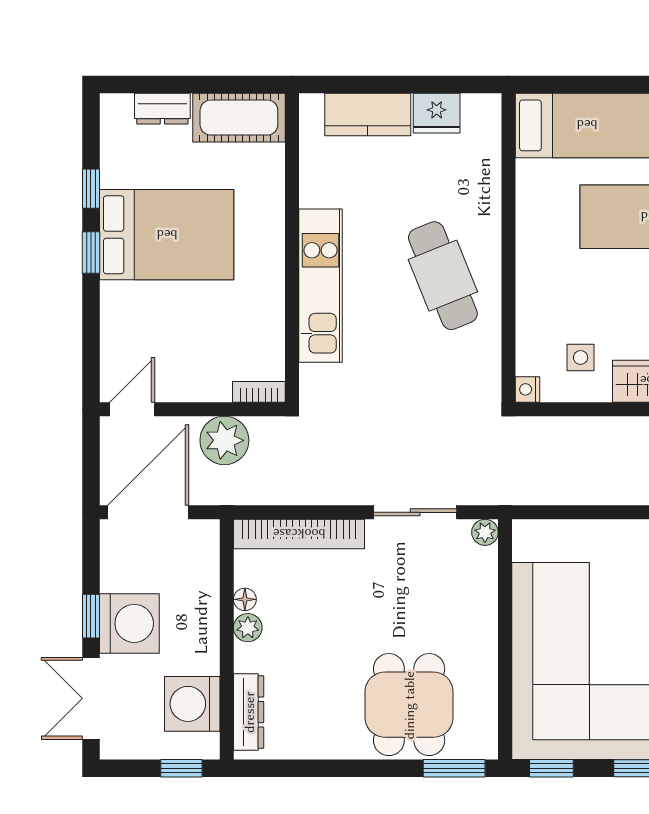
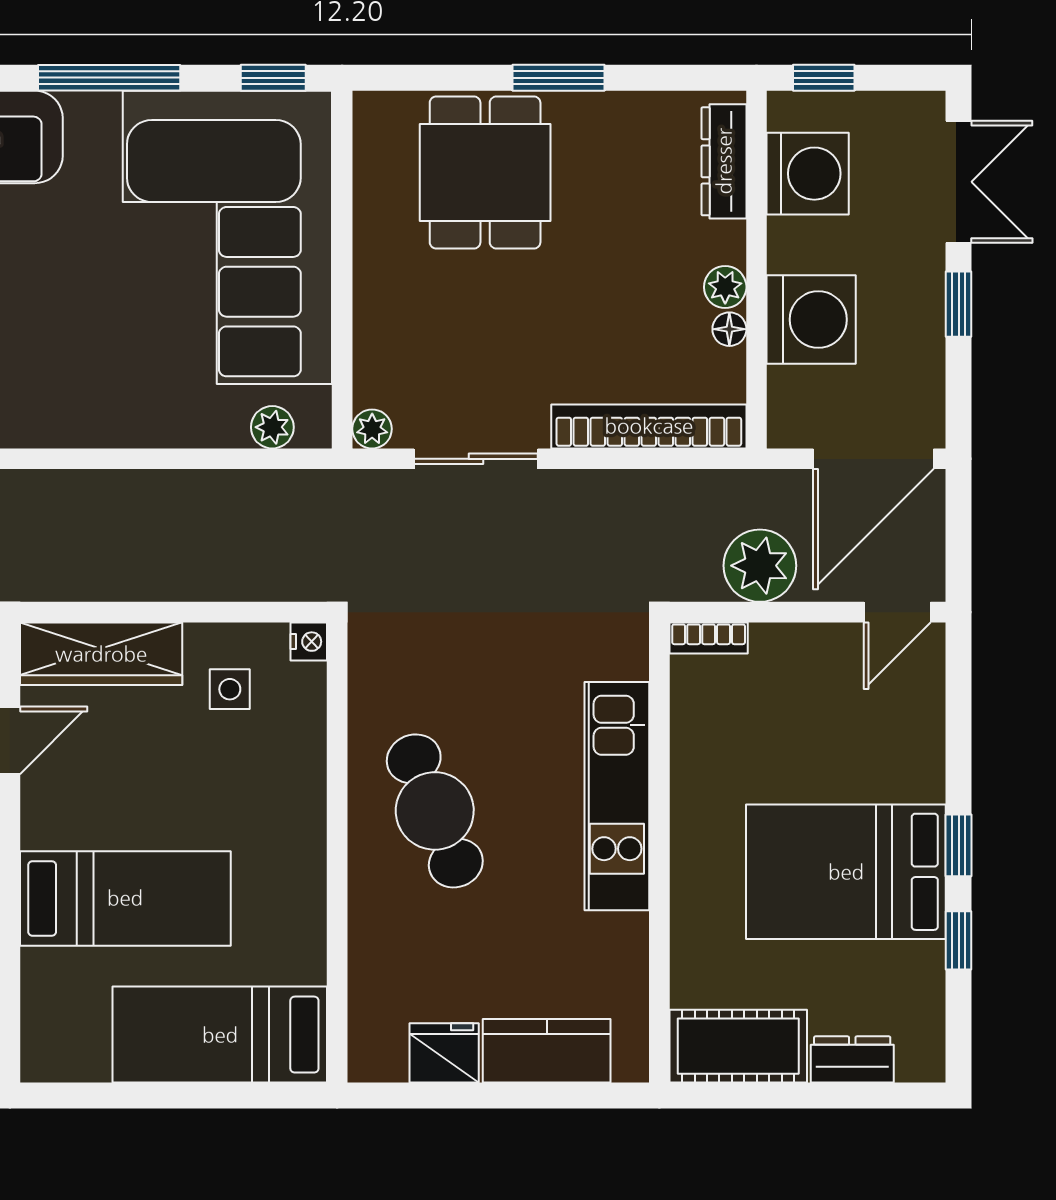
plant: (552, 533) -> (272, 427), added
washing machine: (129, 623) -> (811, 320), moved, turned 180
window: (454, 768) -> (559, 78), moved

